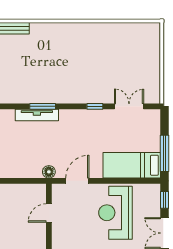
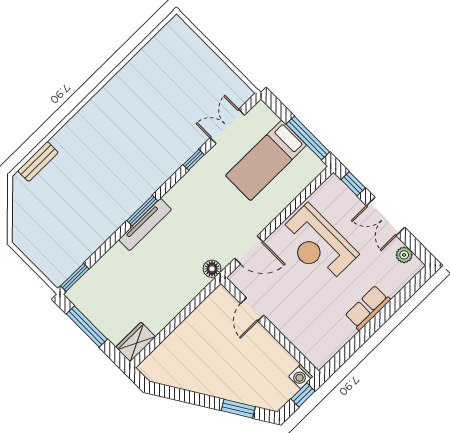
bed: (132, 165) -> (266, 160), moved
door: (77, 181) -> (249, 250), swing flipped

